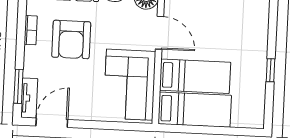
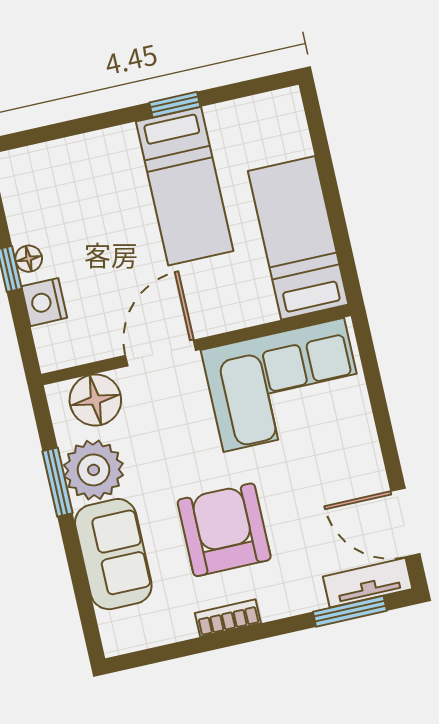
armchair: (71, 39) -> (224, 530), turned -90
bed: (195, 76) -> (185, 186), moved, turned 180

